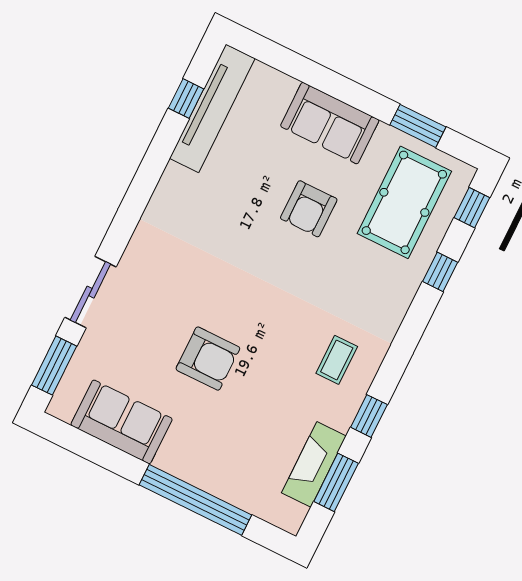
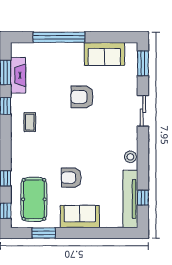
stool: (171, 192) -> (130, 157), added
armchair: (309, 209) -> (71, 178), turned -90
sliding door: (90, 292) -> (143, 111), moved

